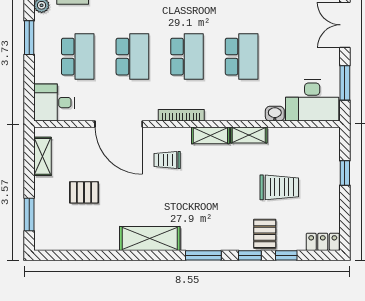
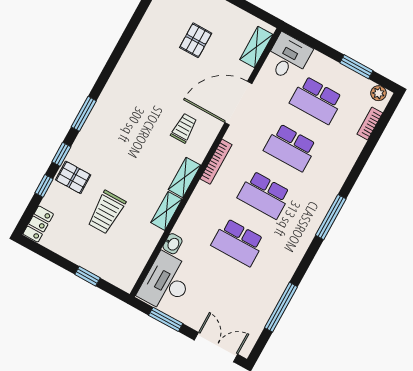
shelving: (43, 156) -> (256, 47), moved, turned 90
shelving: (150, 239) -> (124, 75), removed

